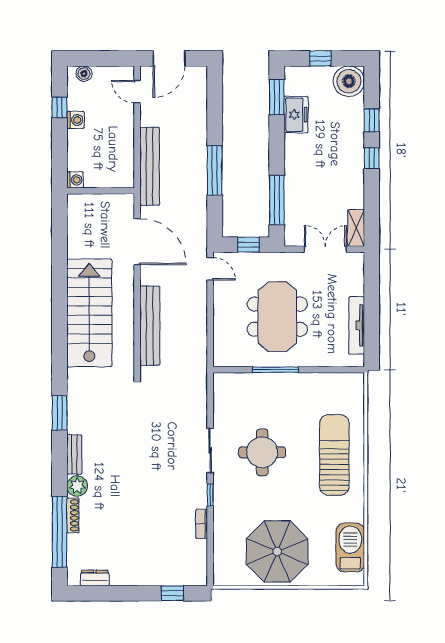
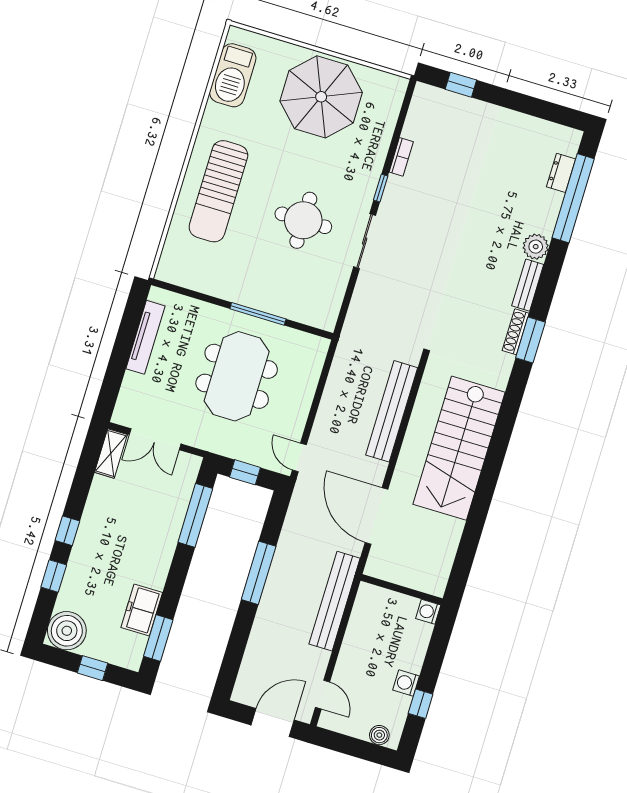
shoe rack: (73, 515) -> (516, 332), moved
dresser: (95, 578) -> (561, 173), moved, turned 90

